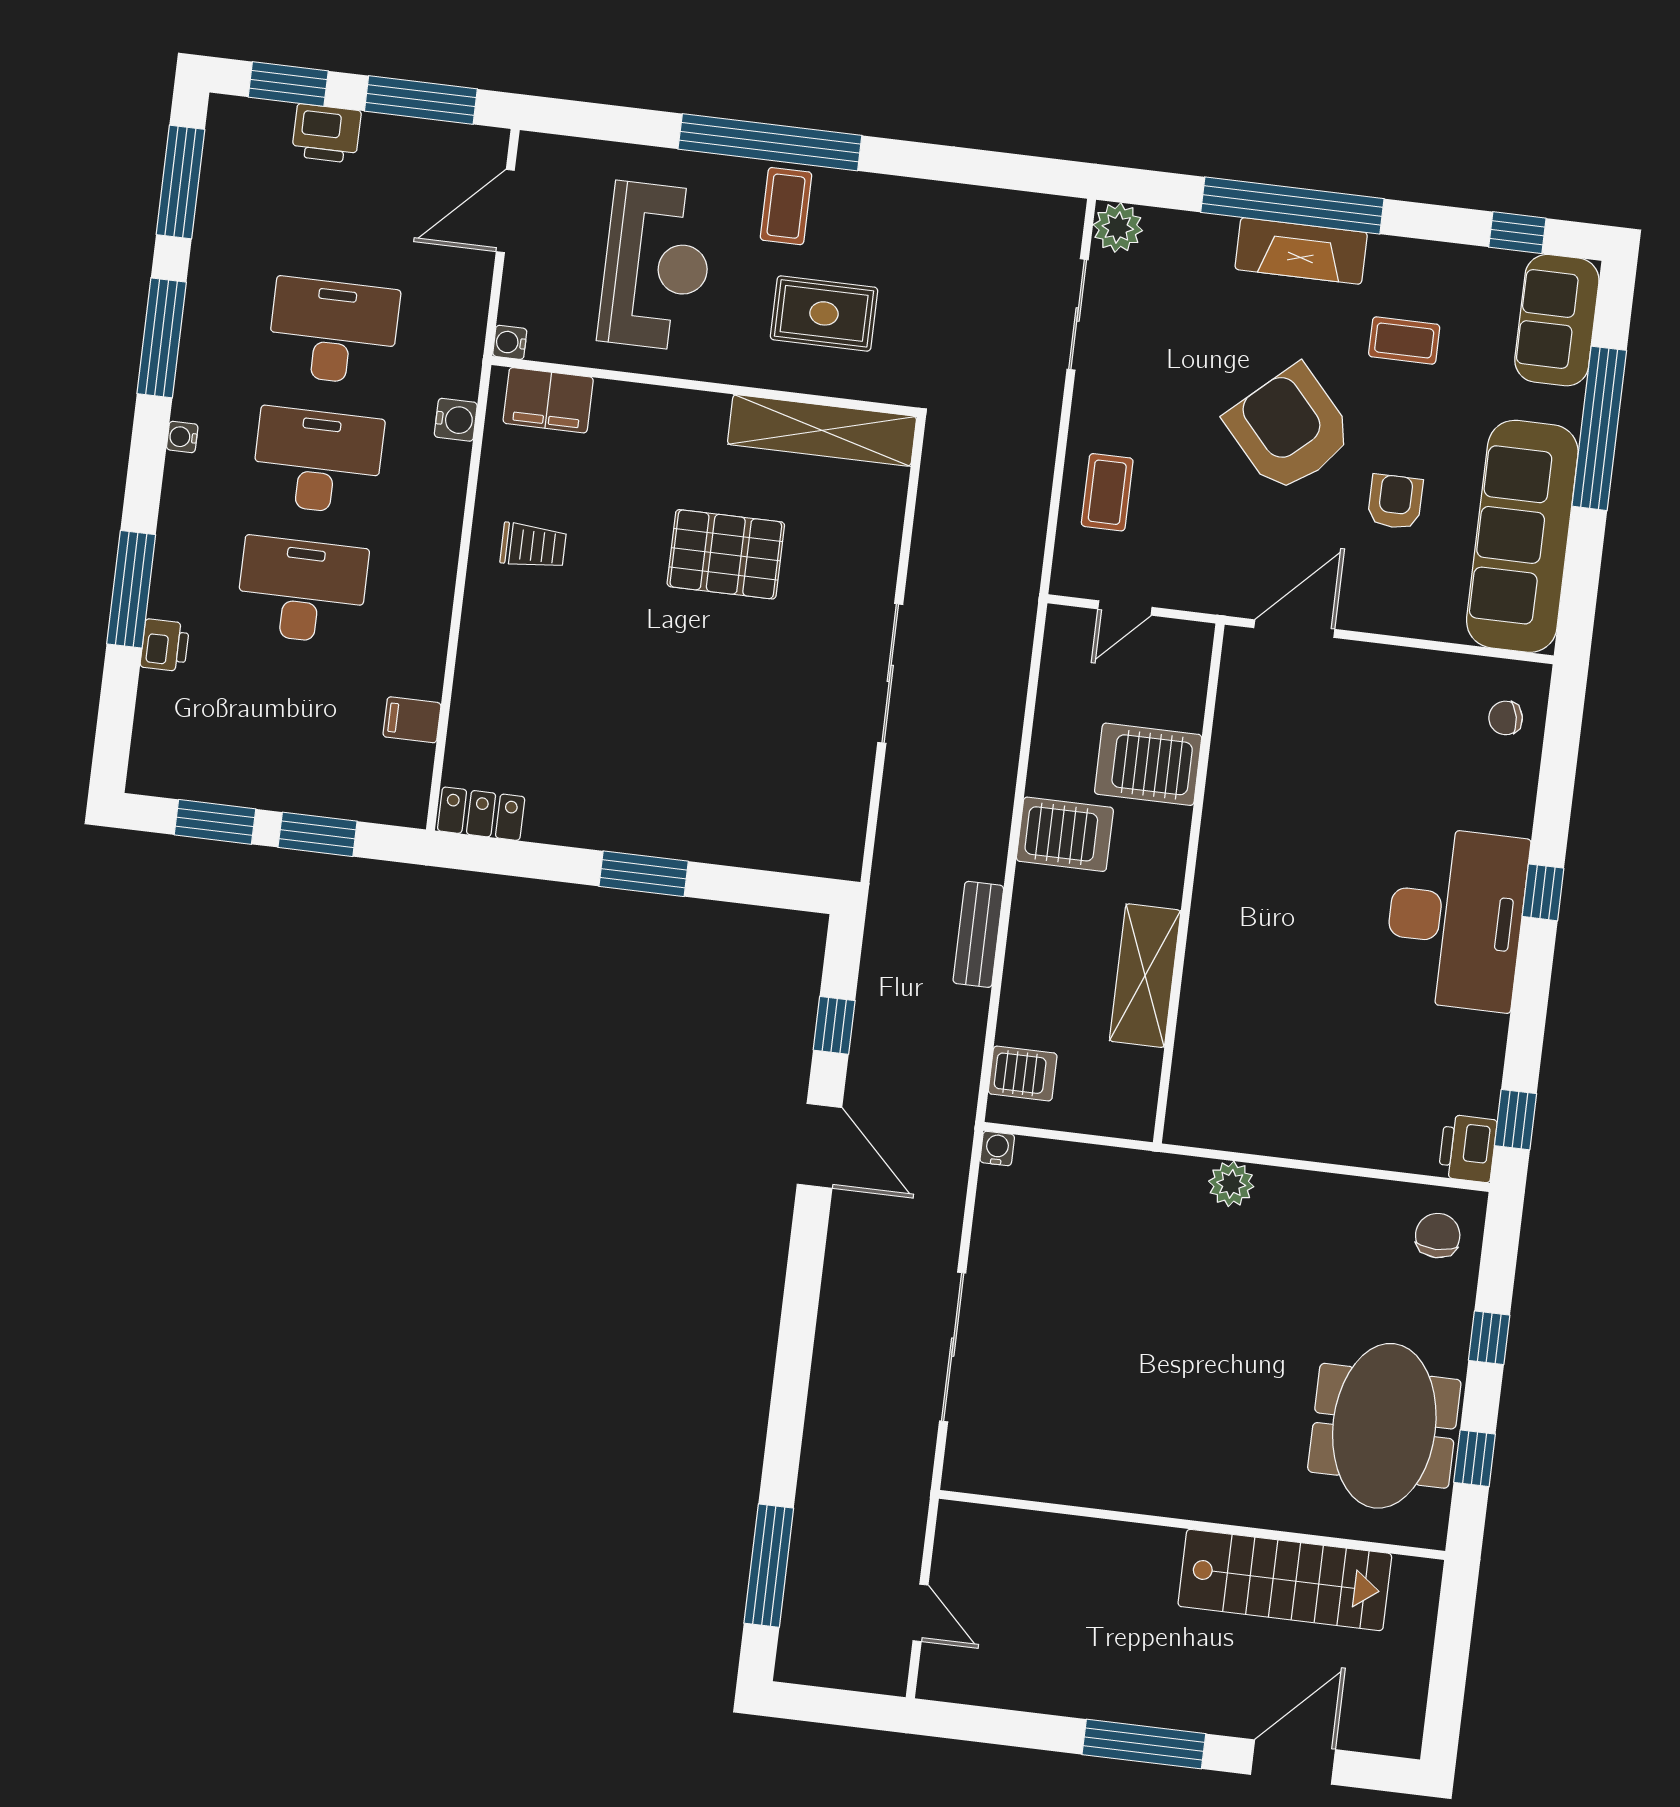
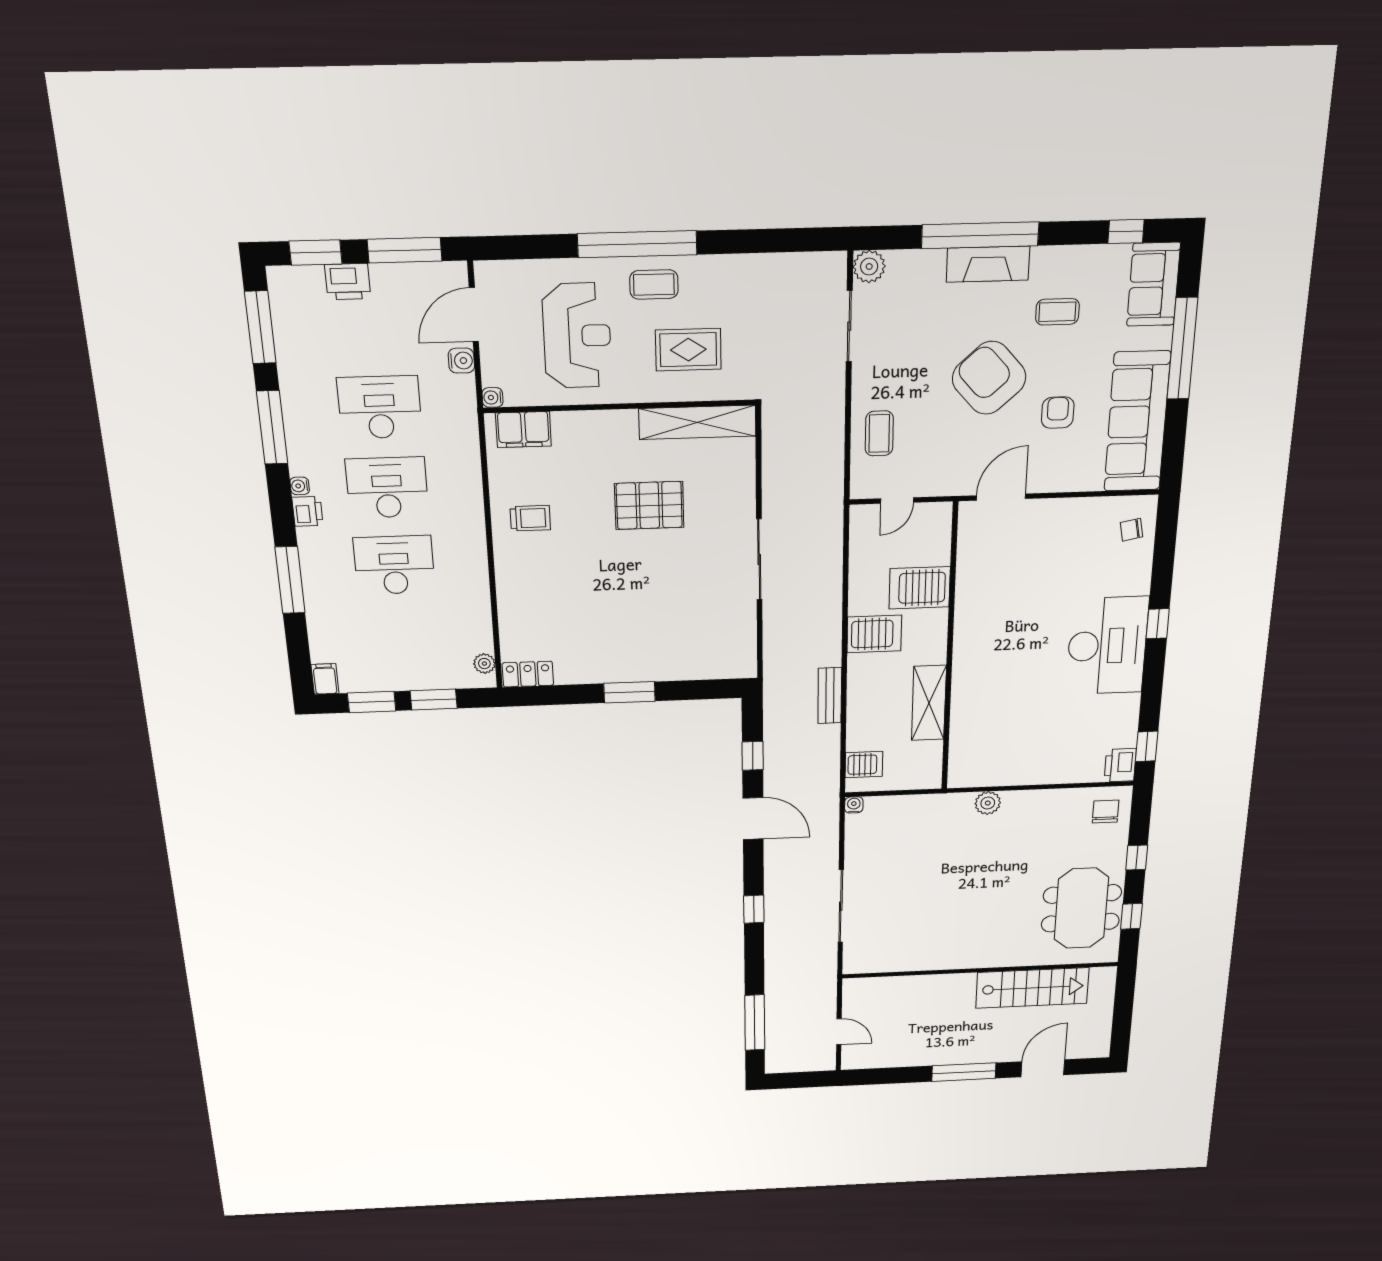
coffee table: (786, 206) -> (654, 285), turned 90
water cooler: (456, 420) -> (461, 361), moved
printer: (165, 645) -> (307, 511), moved
filing cabinet: (412, 720) -> (325, 679), moved, turned 90
plant: (413, 783) -> (484, 664), added
window: (798, 1327) -> (754, 909), added

